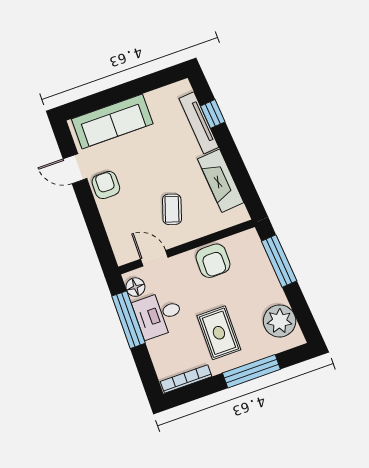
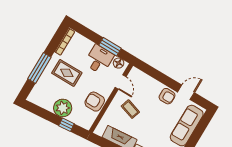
door: (154, 258) -> (121, 82), hinge flipped
window: (279, 261) -> (66, 125), width x0.46
window: (128, 320) -> (110, 47), width x0.69
plant: (280, 321) -> (63, 108), moved

